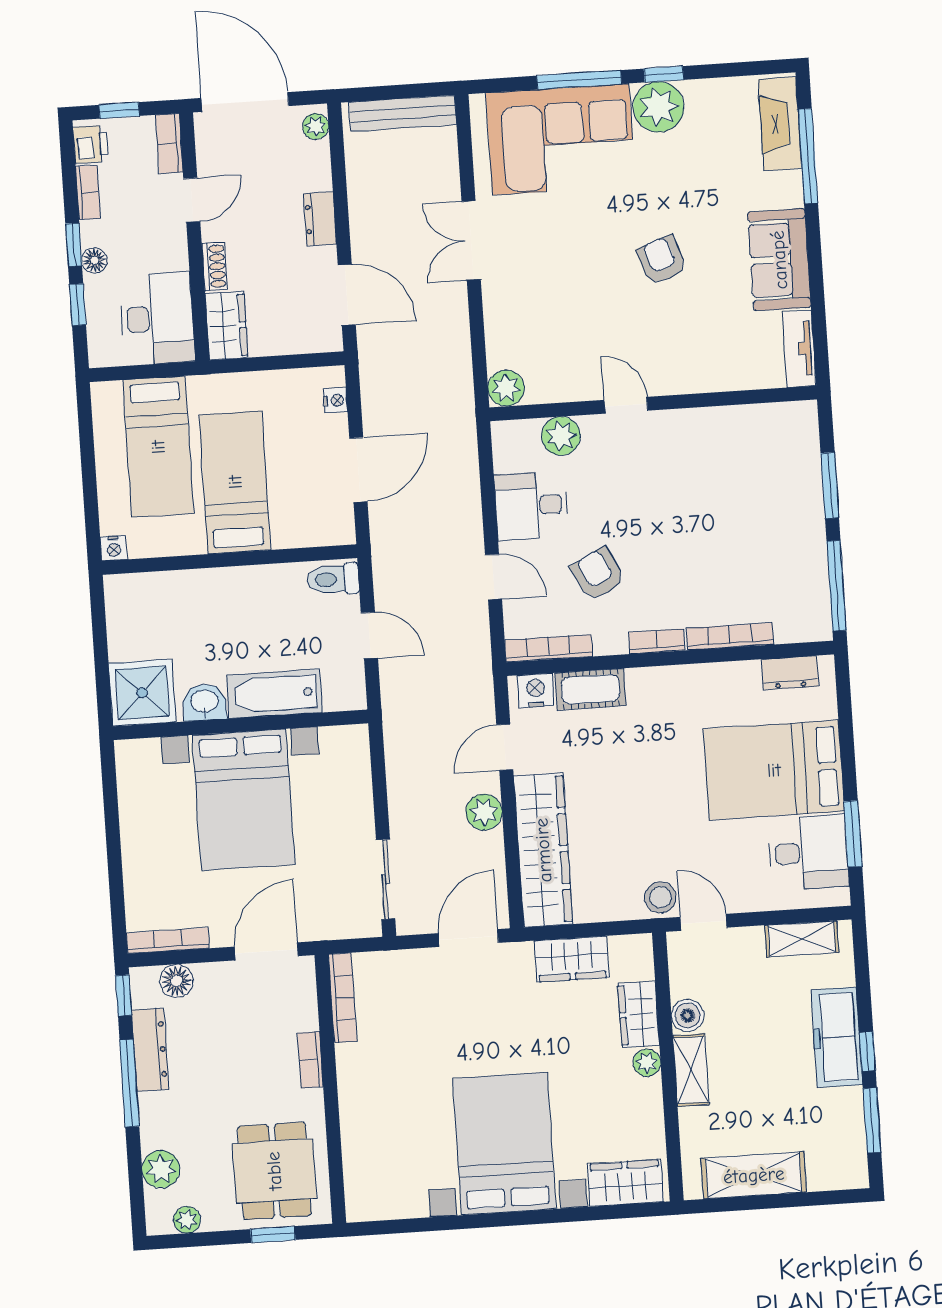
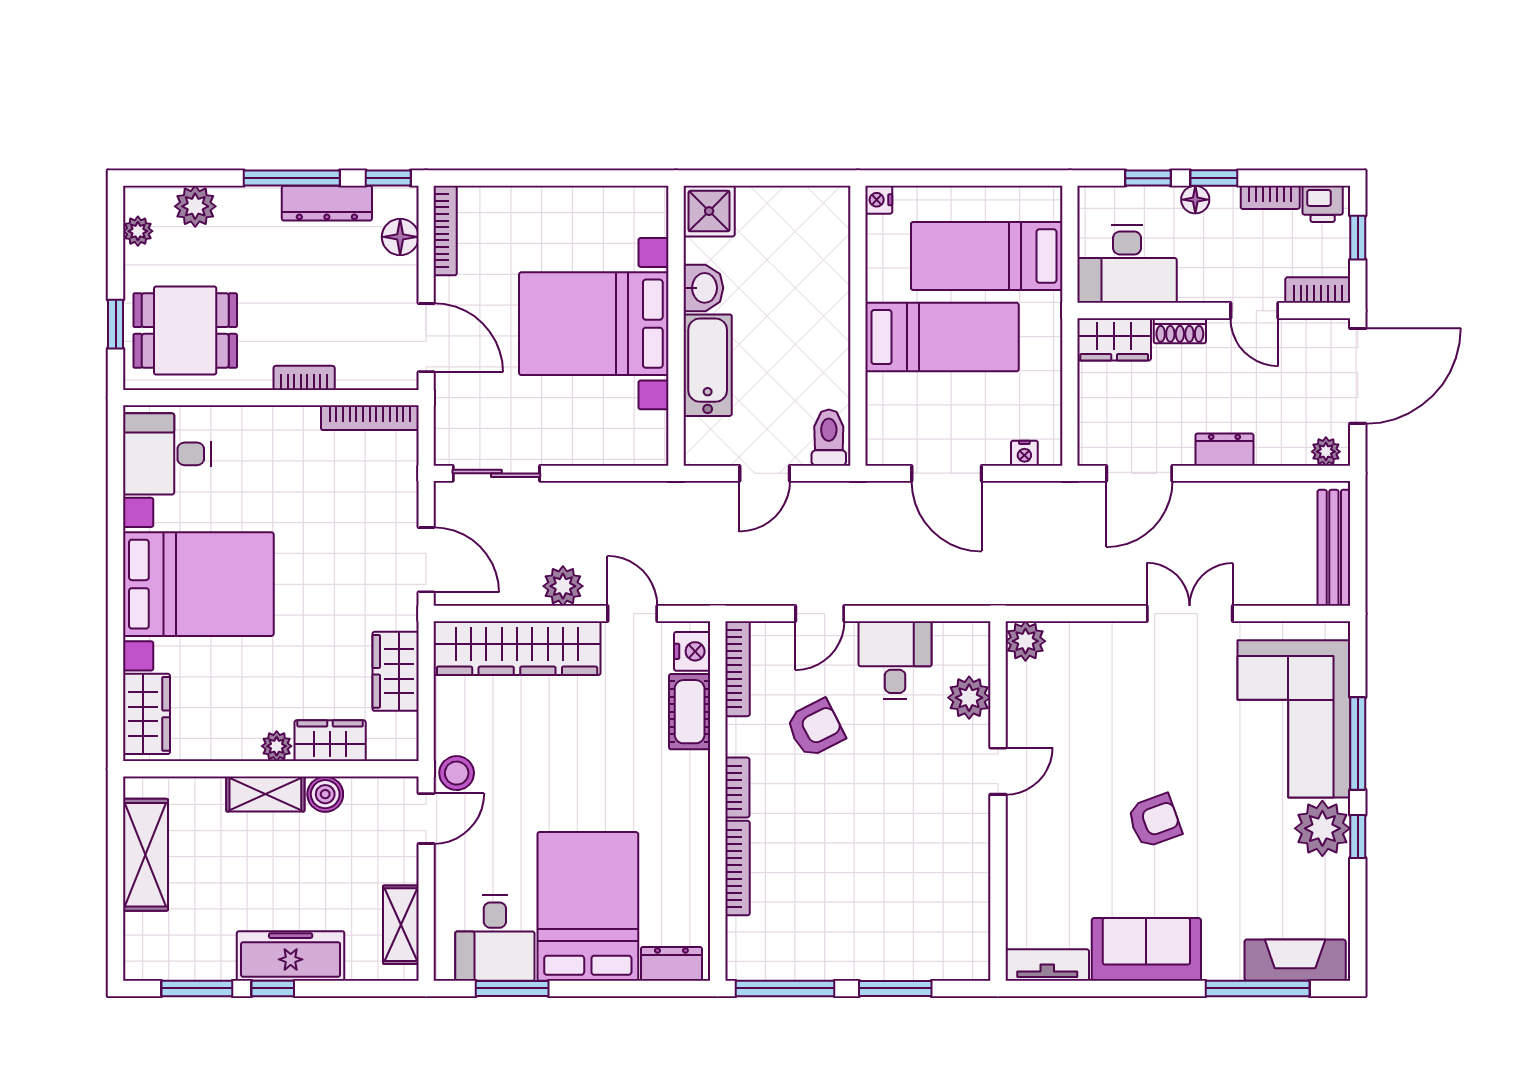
dresser: (790, 673) -> (671, 964), moved, turned 90
shower: (142, 693) -> (709, 211), width x0.73, depth x0.73
desk: (388, 1180) -> (167, 454), added

